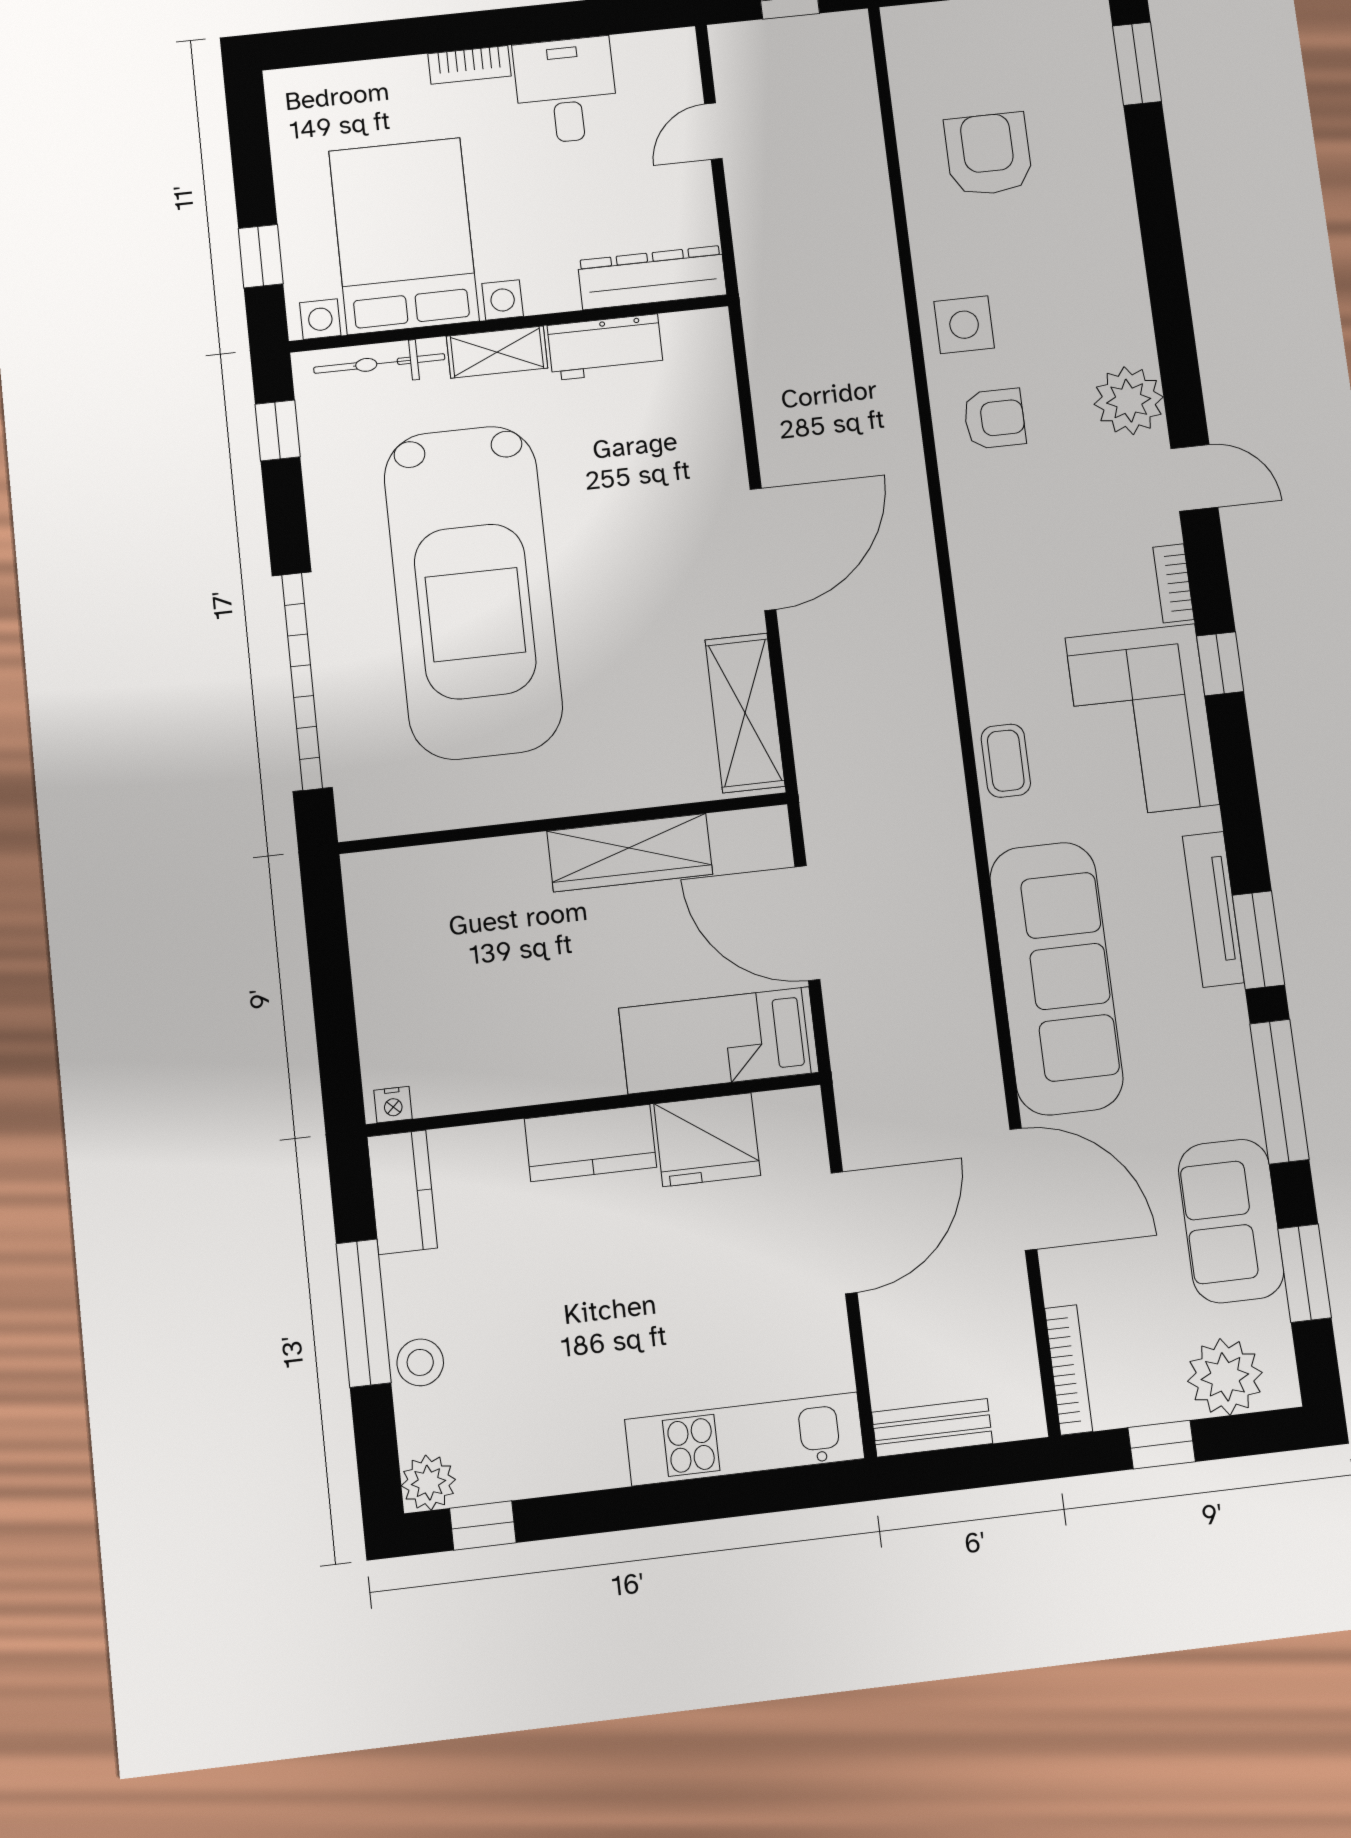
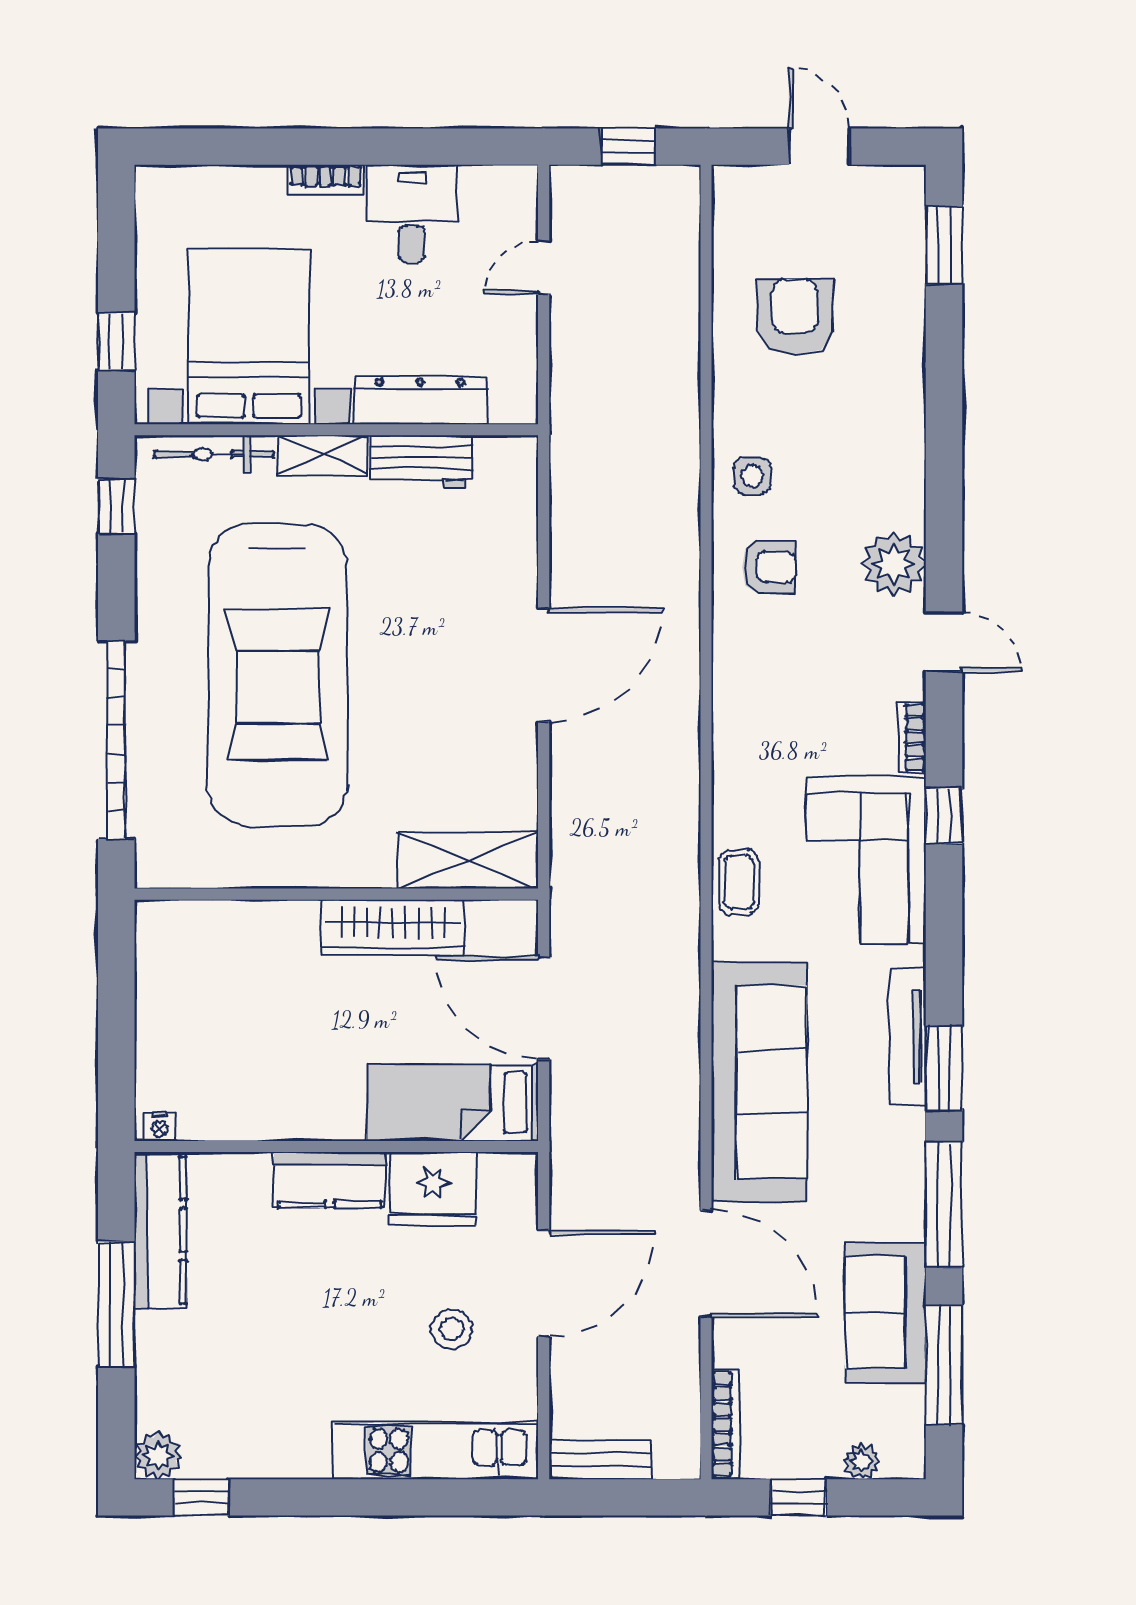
dresser: (652, 278) -> (420, 401), moved
side table: (964, 325) -> (752, 476), width x0.73, depth x0.73
shelving: (745, 713) -> (468, 861), moved, turned 90
kitchen counter: (402, 1192) -> (160, 1230), width x1.50
window: (1305, 1273) -> (944, 1365), width x1.44
stool: (420, 1362) -> (451, 1329), moved
plant: (1225, 1377) -> (862, 1461), width x0.53, depth x0.53

